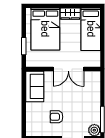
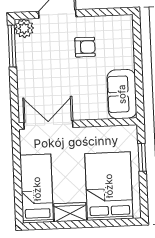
double door: (68, 69) -> (48, 125), moved

